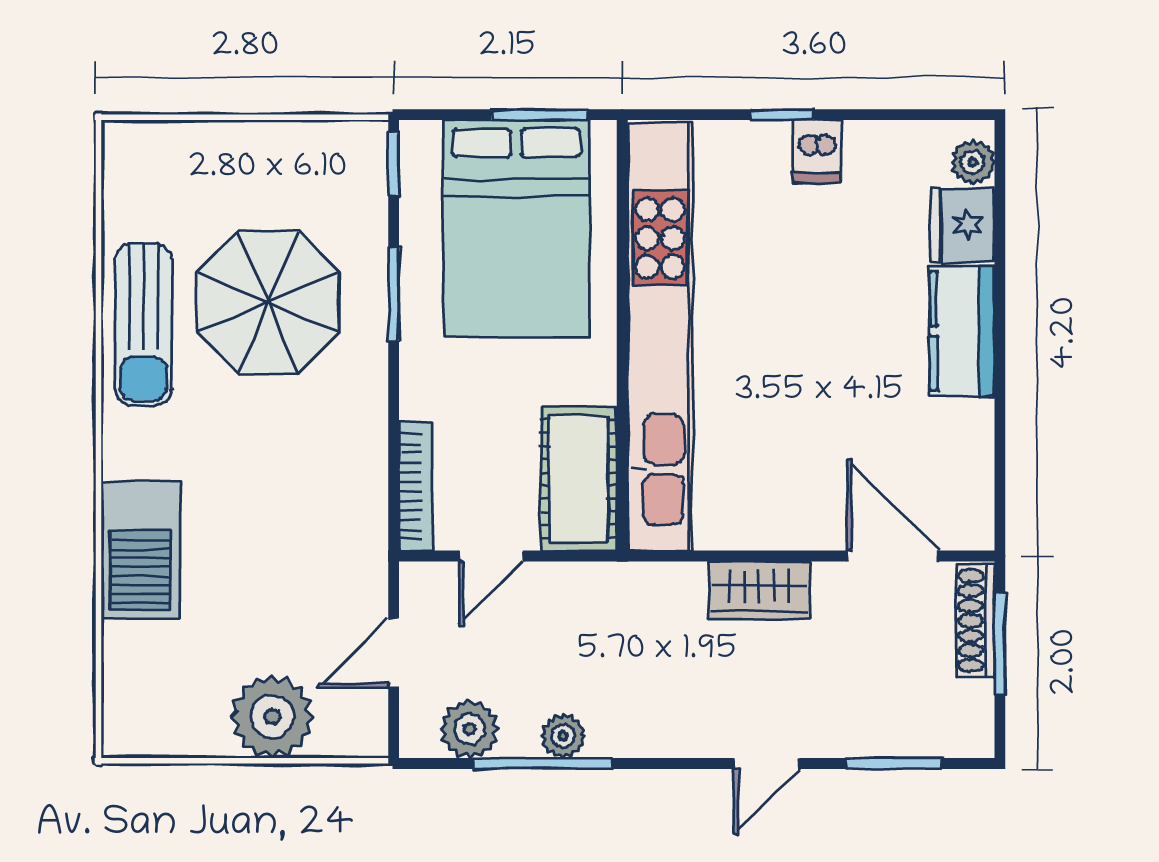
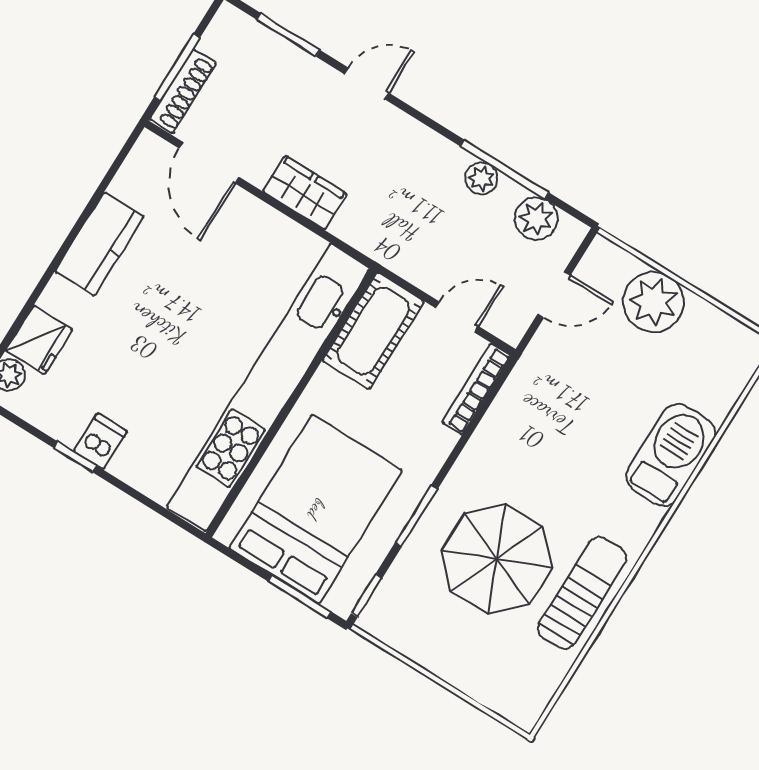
window: (539, 115) -> (300, 597), moved
window: (782, 115) -> (75, 457), moved
kitchen counter: (962, 331) -> (99, 244), moved

